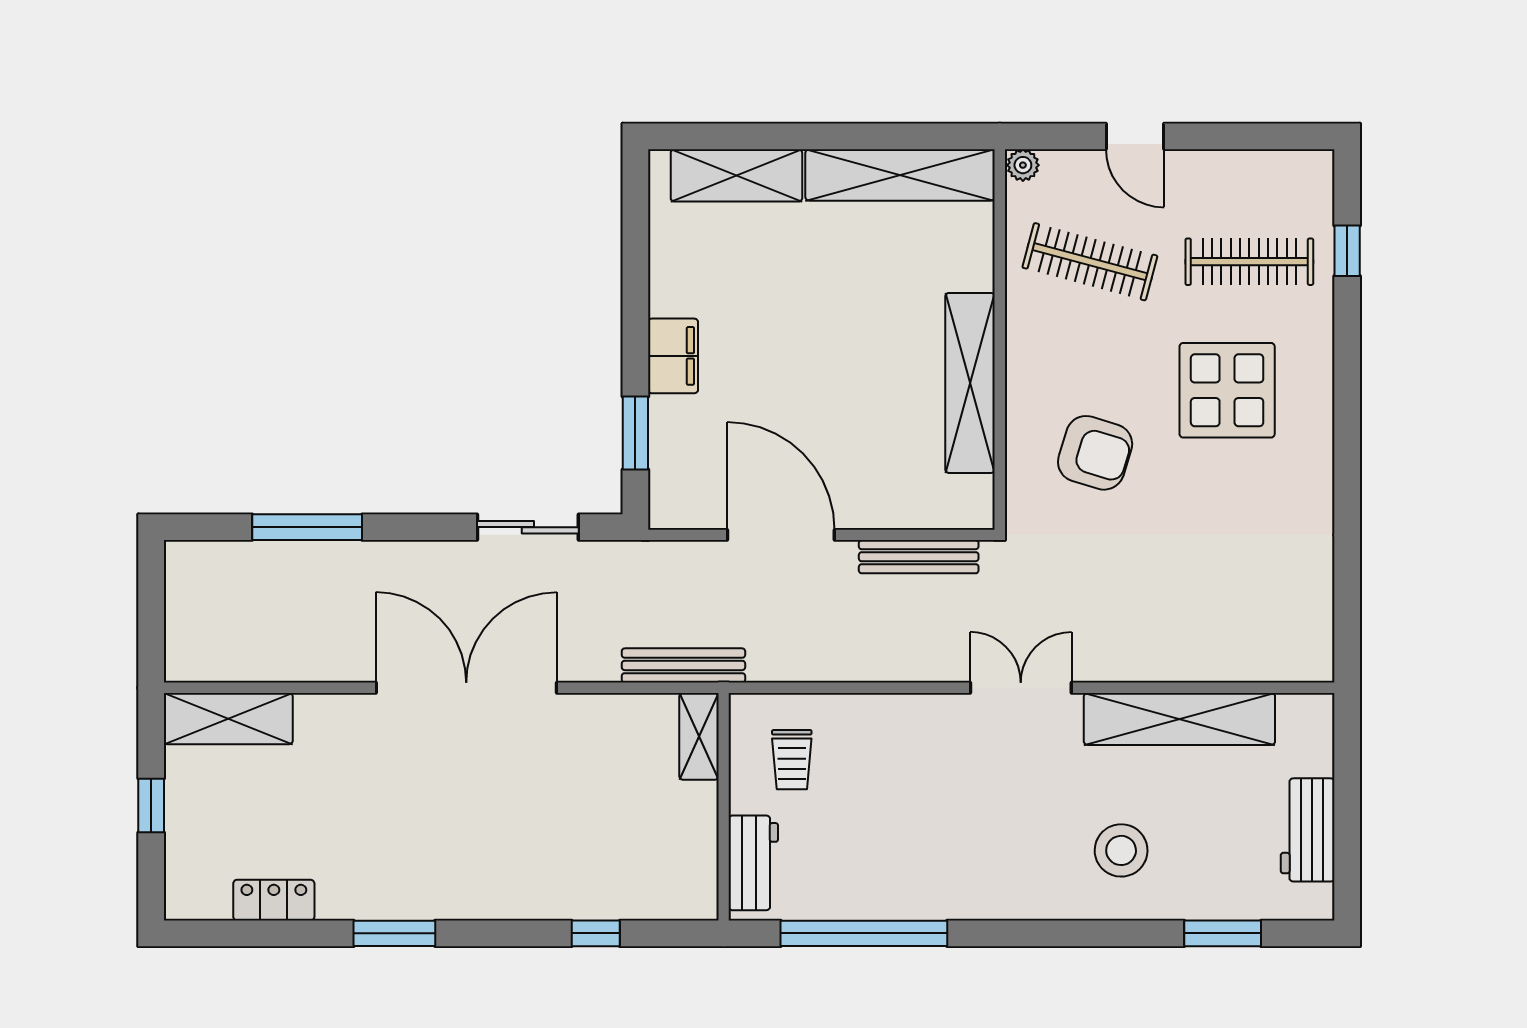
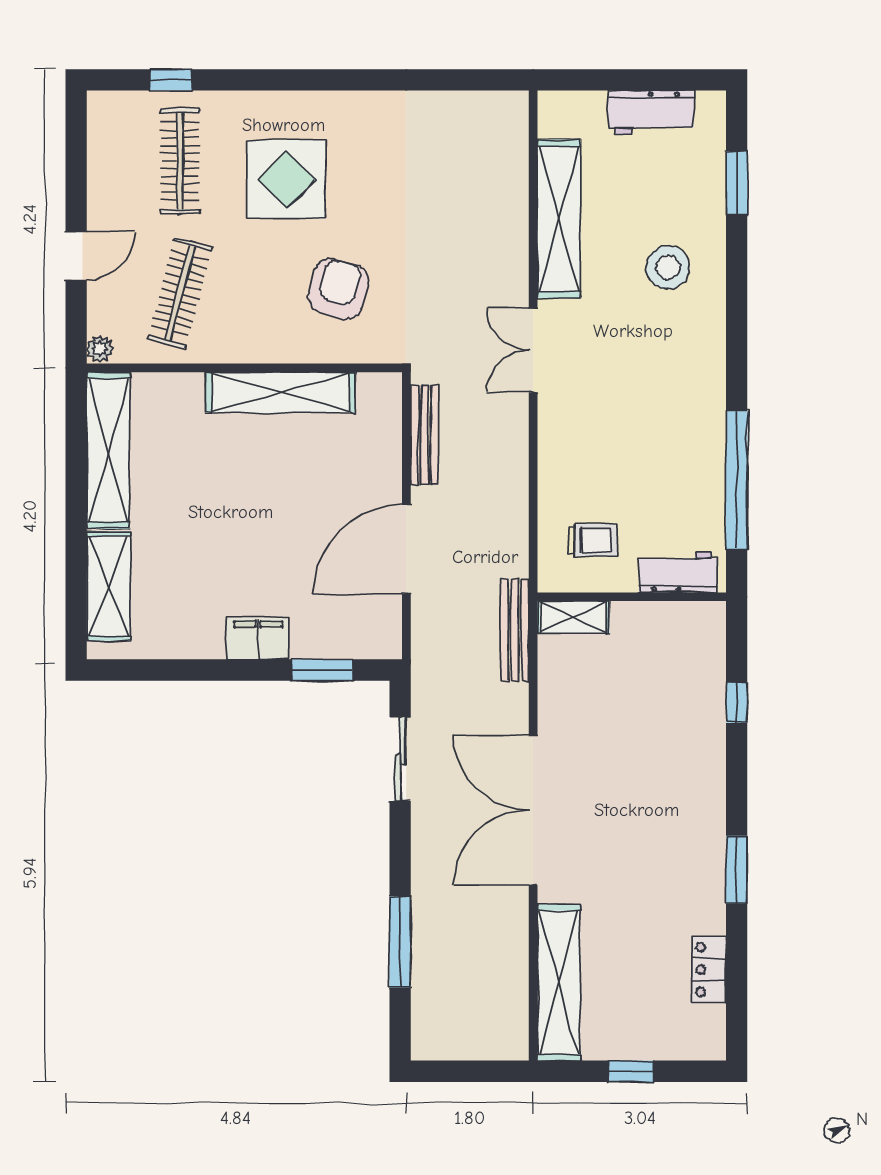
shelving: (228, 719) -> (559, 982), width x1.47

